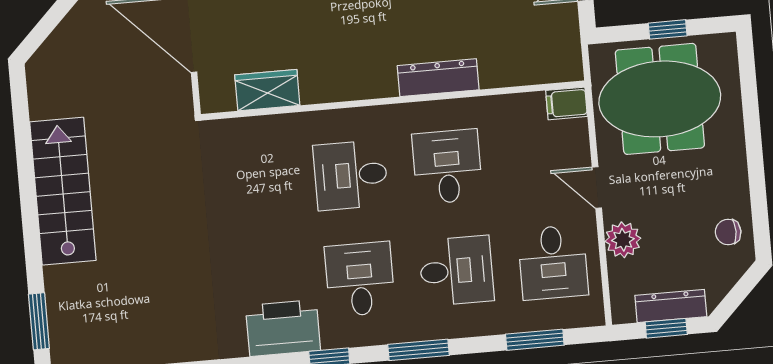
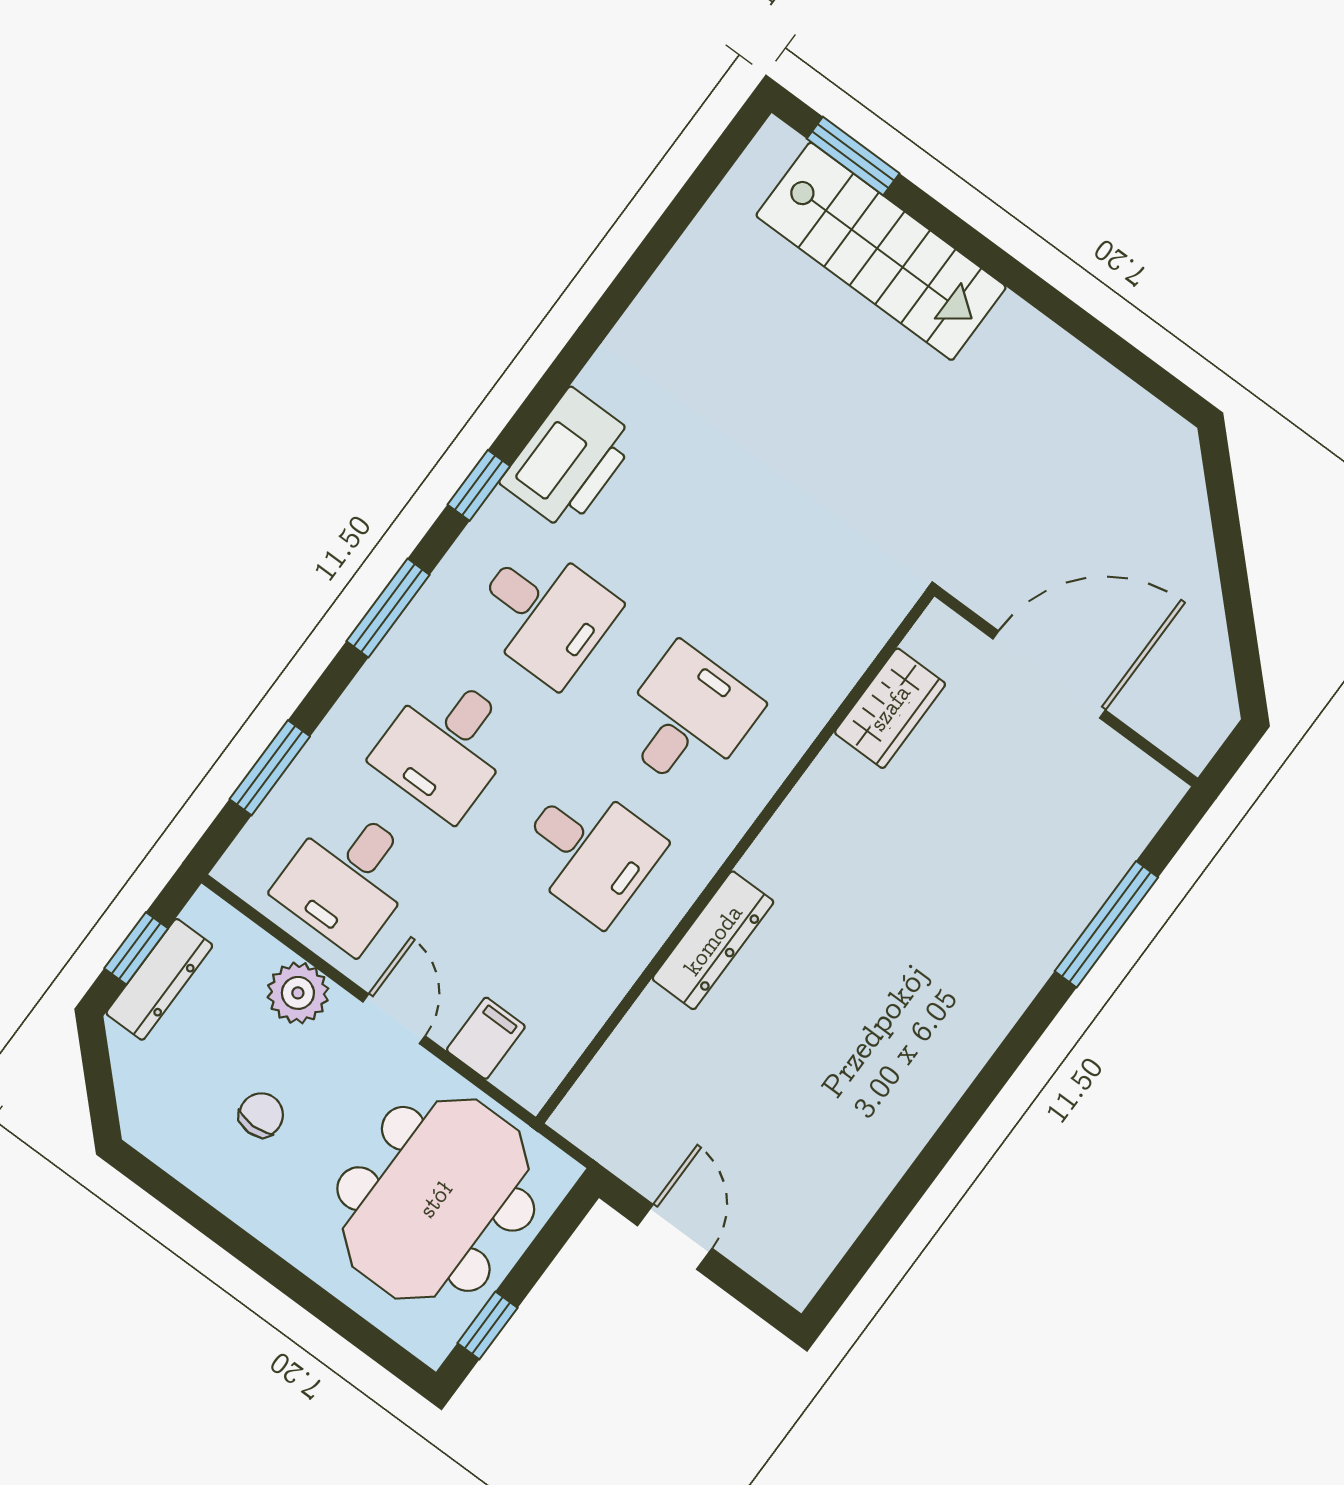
window: (668, 29) -> (487, 1325), moved
filing cabinet: (566, 103) -> (486, 1038), moved
door: (597, 187) -> (394, 1019), hinge flipped
stairs: (63, 191) -> (881, 251), moved
chair: (728, 232) -> (261, 1115), moved
desk: (553, 262) -> (348, 878), turned -90

